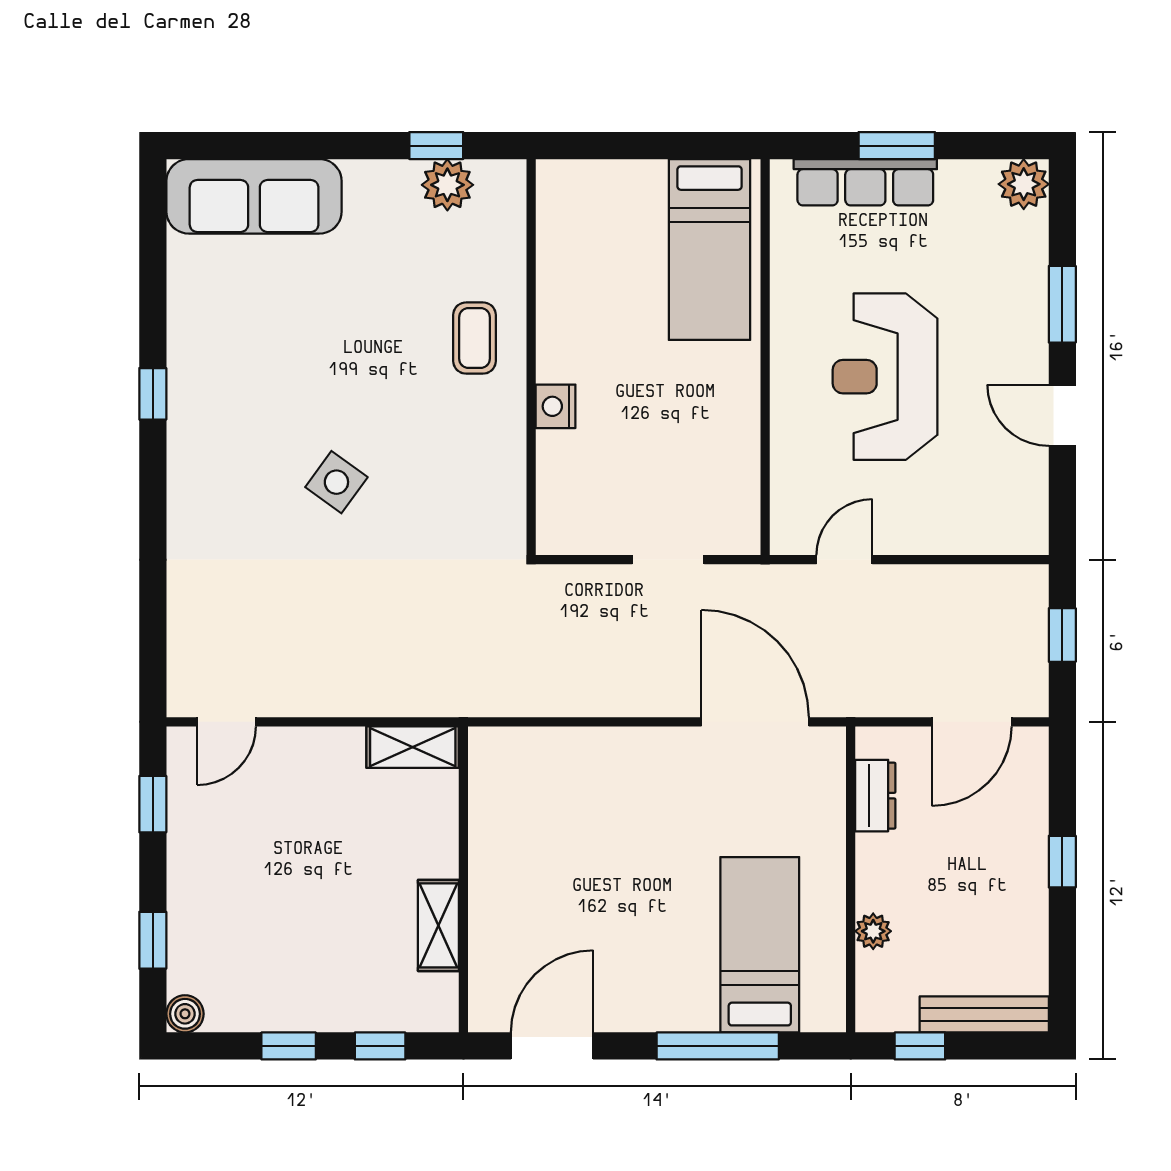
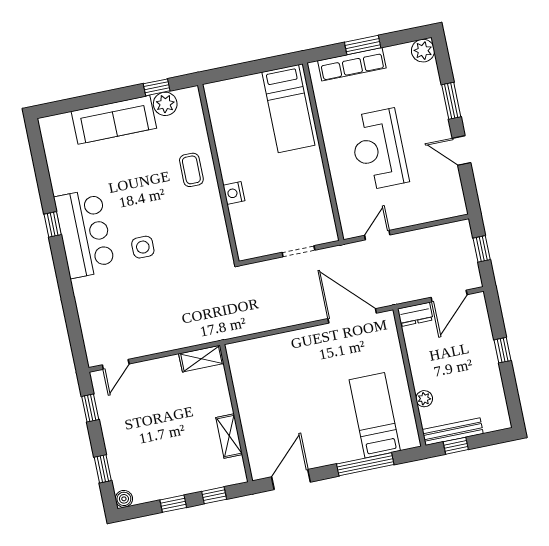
sofa: (254, 196) -> (114, 120), moved
bar counter: (217, 427) -> (85, 233), added
side table: (336, 482) -> (143, 247), turned -36
dresser: (875, 796) -> (415, 314), moved, turned 90
bench: (984, 1014) -> (453, 432), moved

